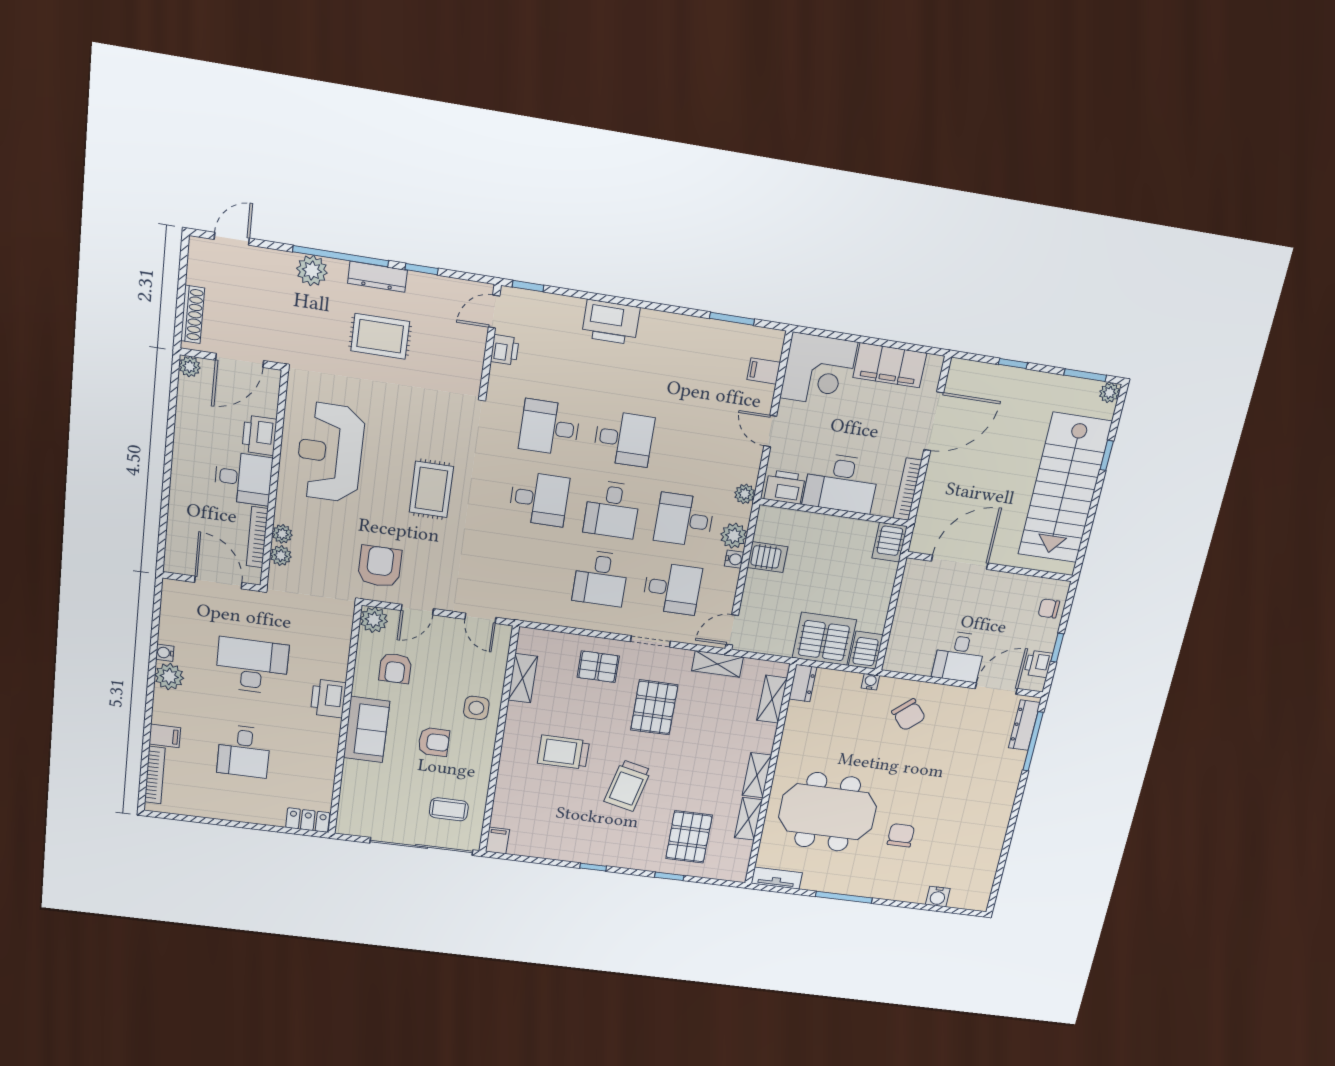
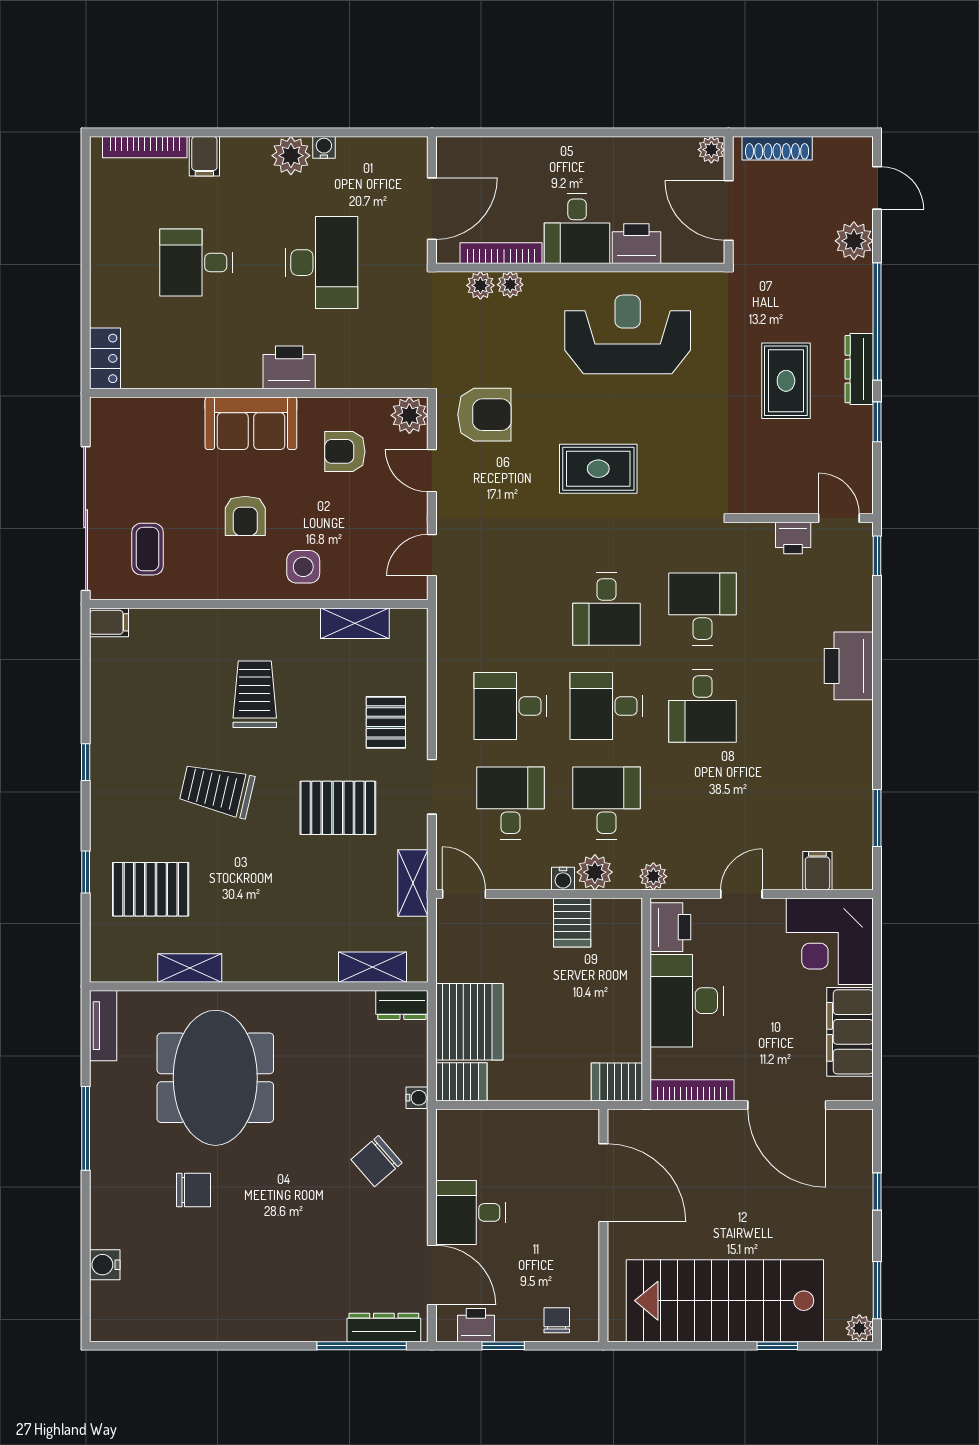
plant: (312, 271) -> (854, 241), moved
desk: (672, 588) -> (510, 803), turned 180
shelving: (757, 775) -> (257, 967), removed

